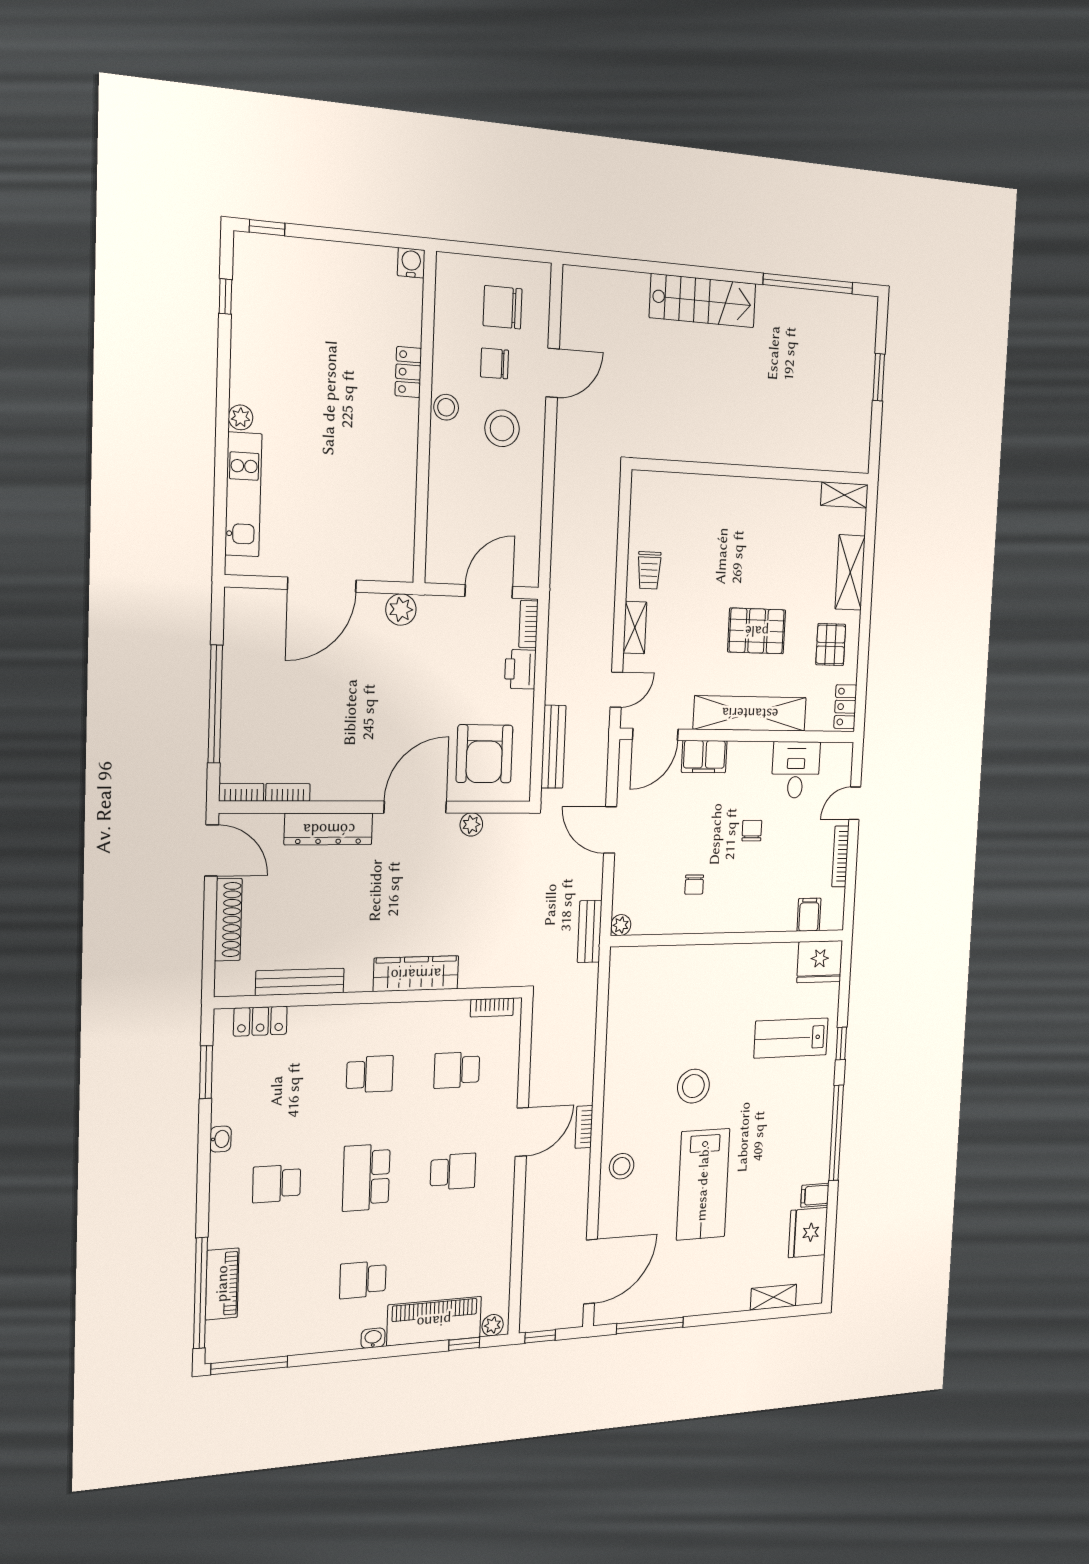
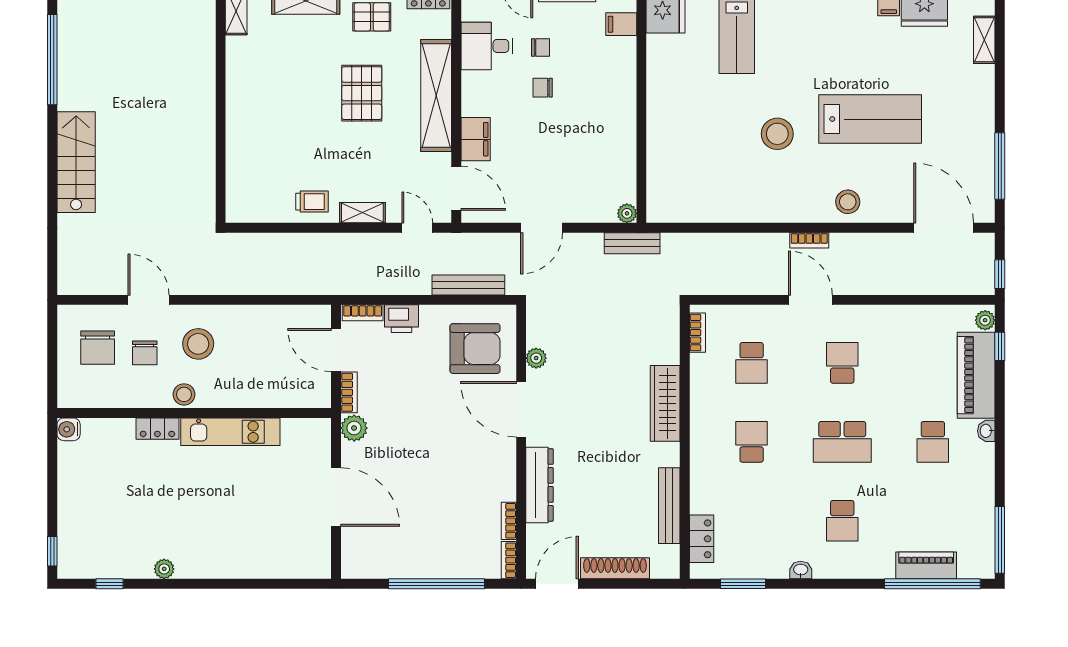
plant: (241, 417) -> (164, 569), moved
kitchen unit: (243, 494) -> (230, 432), moved, turned 180
bookcase: (441, 605) -> (349, 392), added
chair: (694, 885) -> (540, 47), moved

